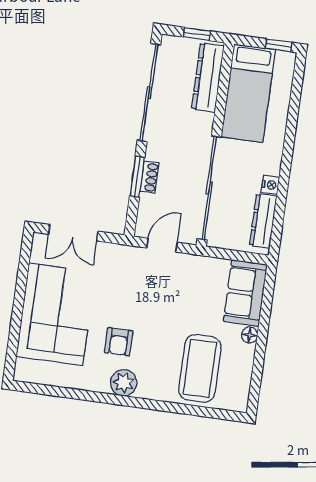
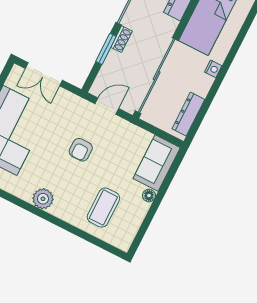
shoe rack: (149, 177) -> (121, 39), moved
nightstand: (270, 185) -> (213, 69), moved
armchair: (119, 342) -> (81, 150), moved
coffee table: (200, 368) -> (103, 208), width x0.73, depth x0.76

